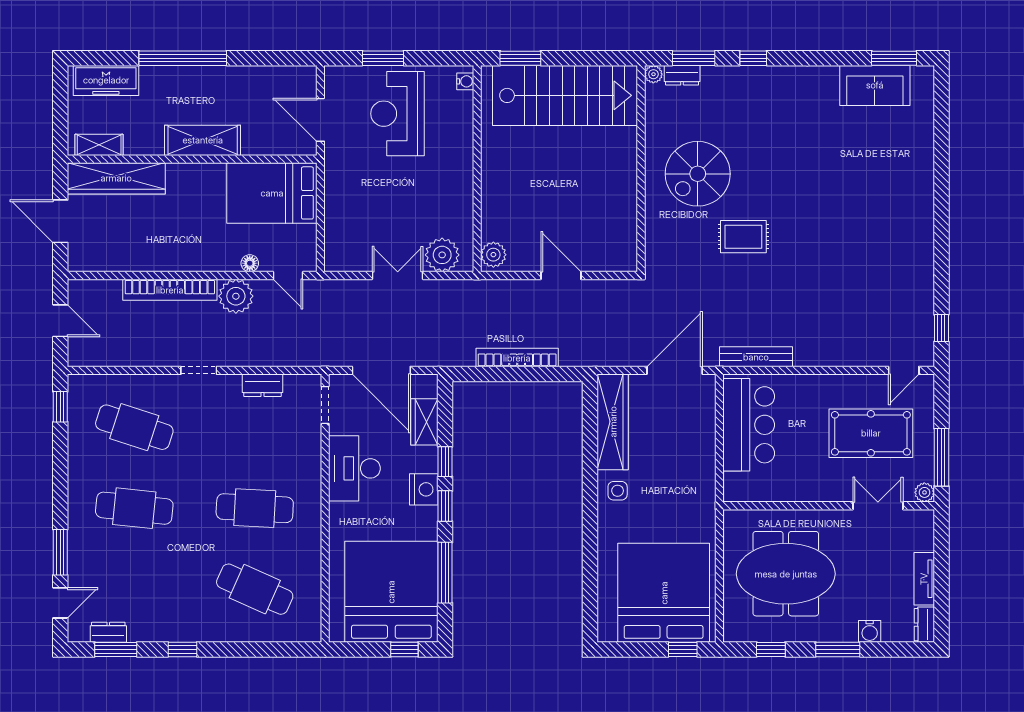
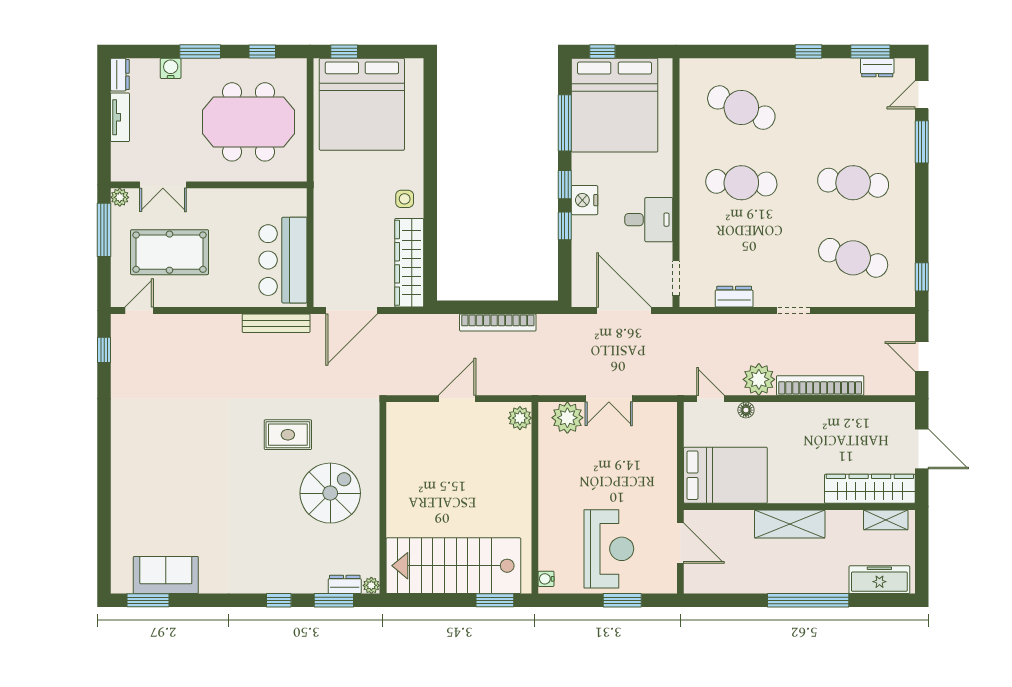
door: (561, 275) -> (457, 399), swing flipped
wardrobe: (424, 422) -> (584, 263), removed
desk: (354, 468) -> (649, 220), width x0.73

